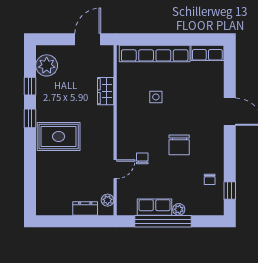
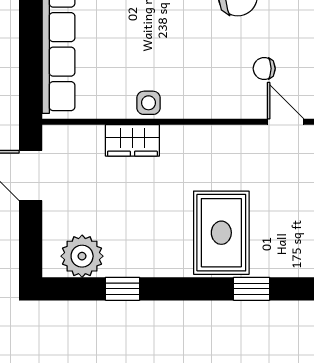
side table: (156, 97) -> (148, 103), moved
window: (30, 118) -> (252, 289), moved

